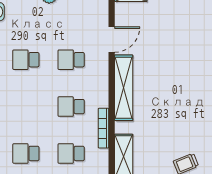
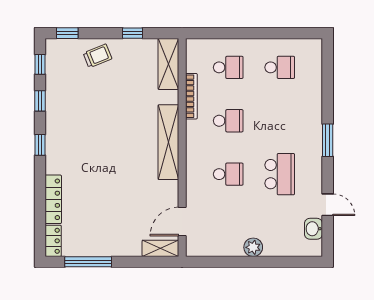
door: (112, 40) -> (182, 222), moved
school desk: (26, 60) -> (280, 174), width x1.85

